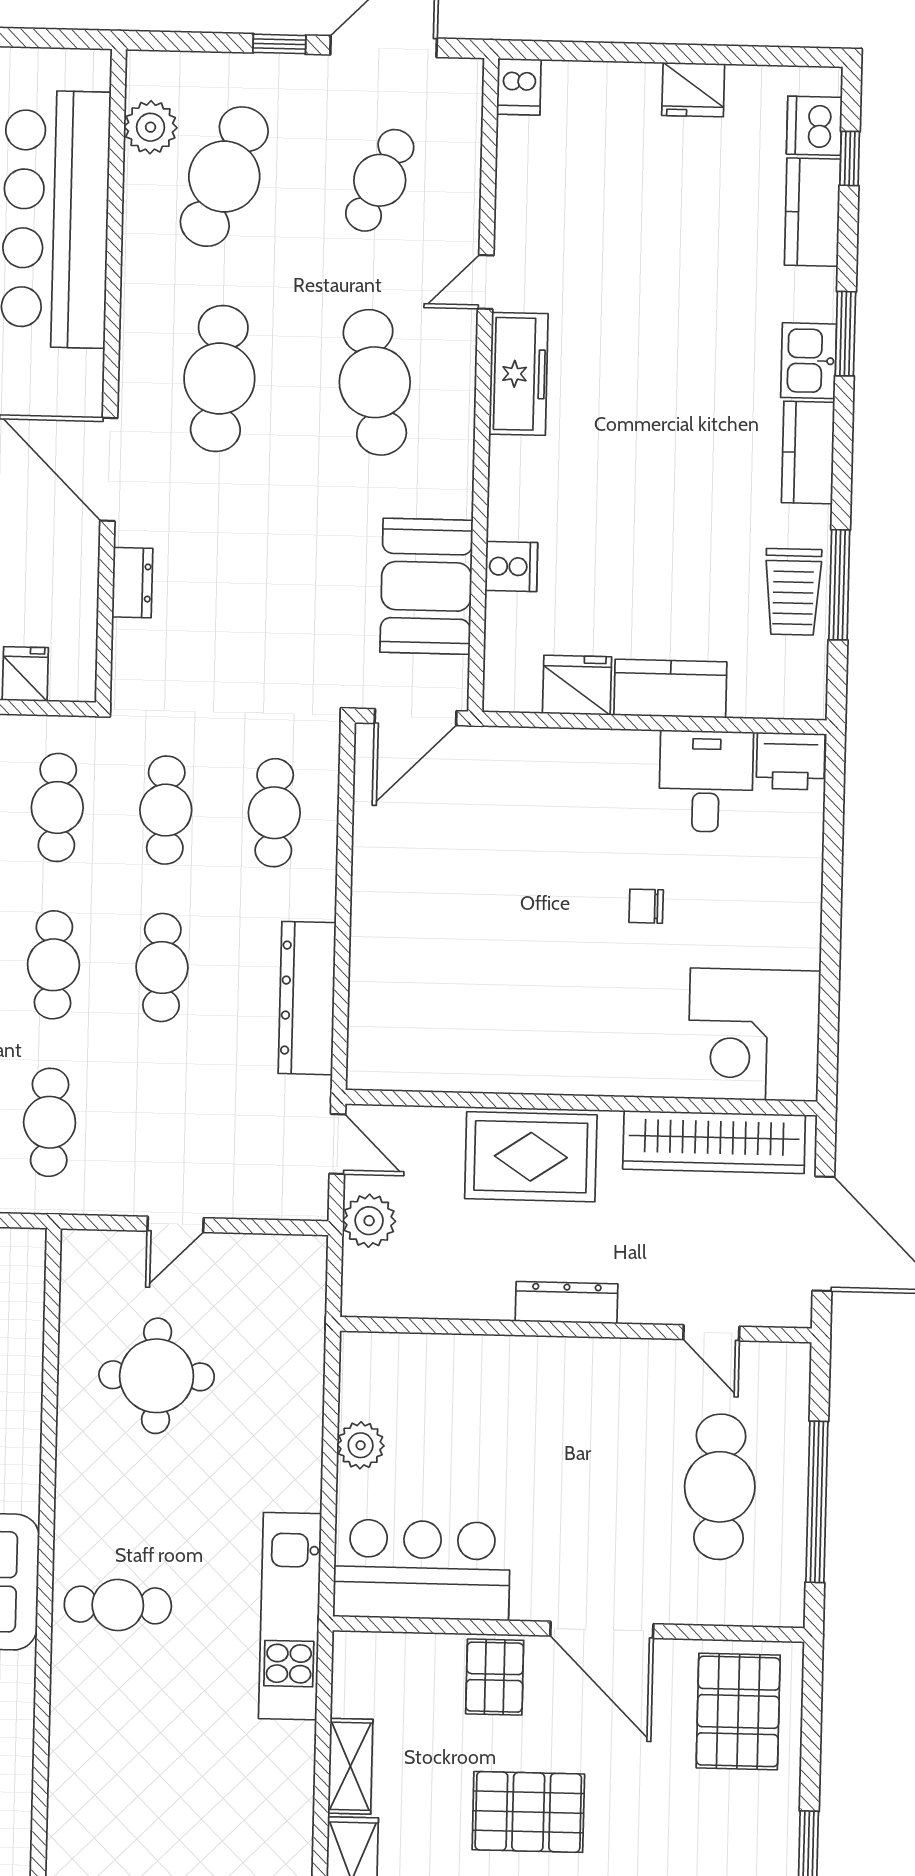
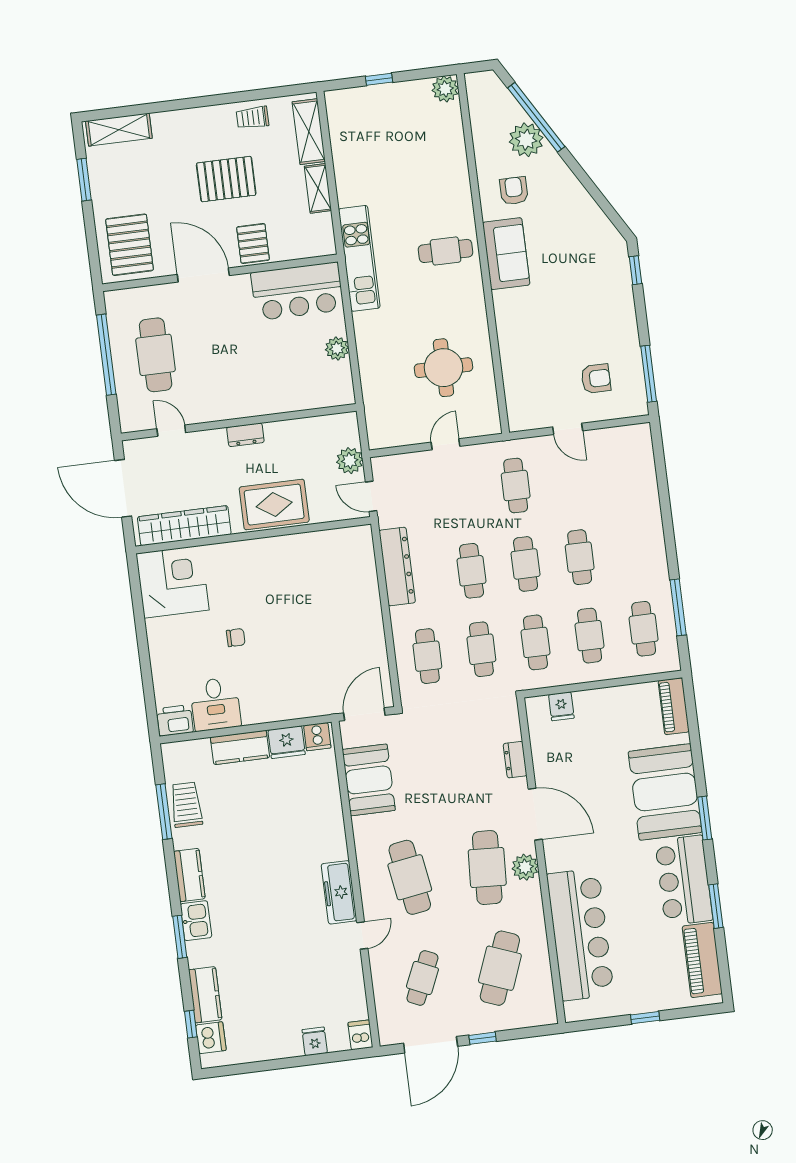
fridge: (693, 90) -> (315, 1041), moved, width x0.72
plant: (151, 127) -> (525, 867), moved
cooker: (511, 566) -> (317, 737), moved, turned -90
dresser: (567, 1303) -> (245, 435), width x0.70

